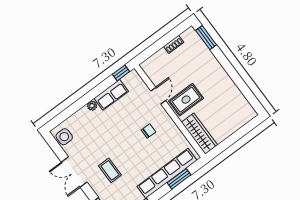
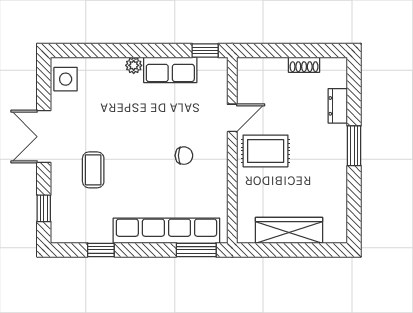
window: (206, 38) -> (354, 146), moved
dresser: (205, 52) -> (338, 106), added
wardrobe: (199, 134) -> (289, 230), moved, turned -90
window: (179, 179) -> (196, 250), moved

